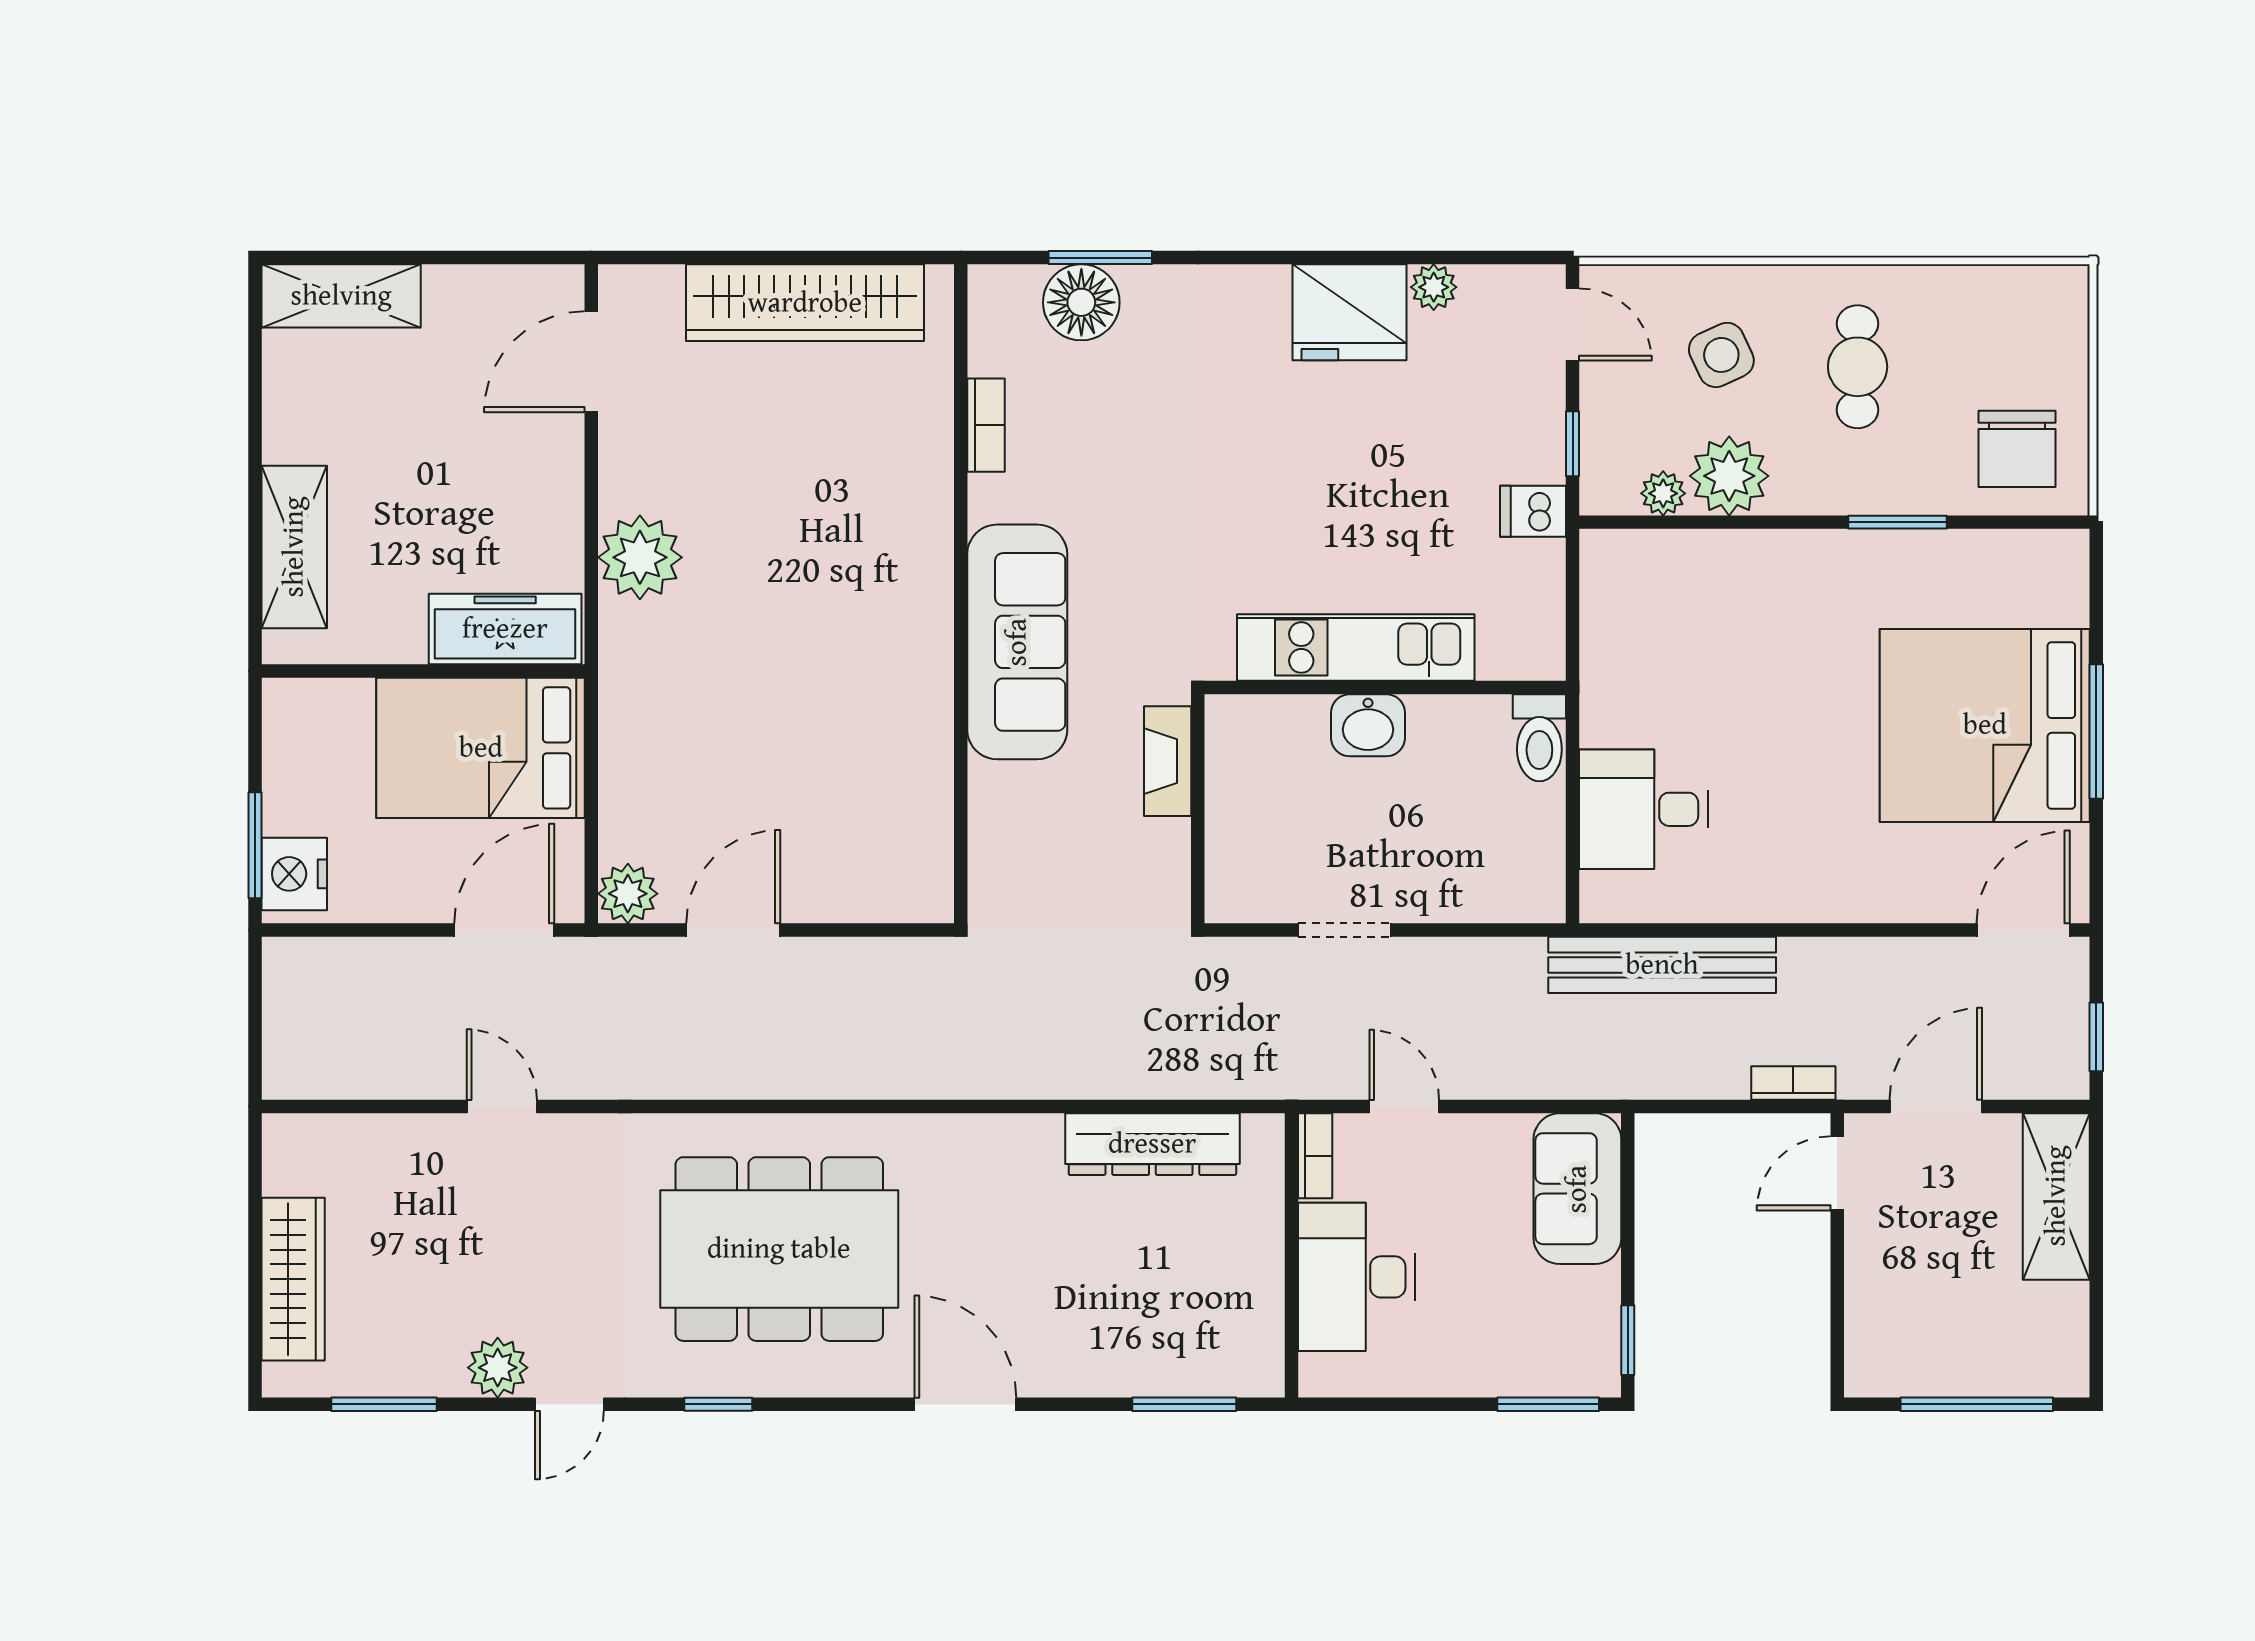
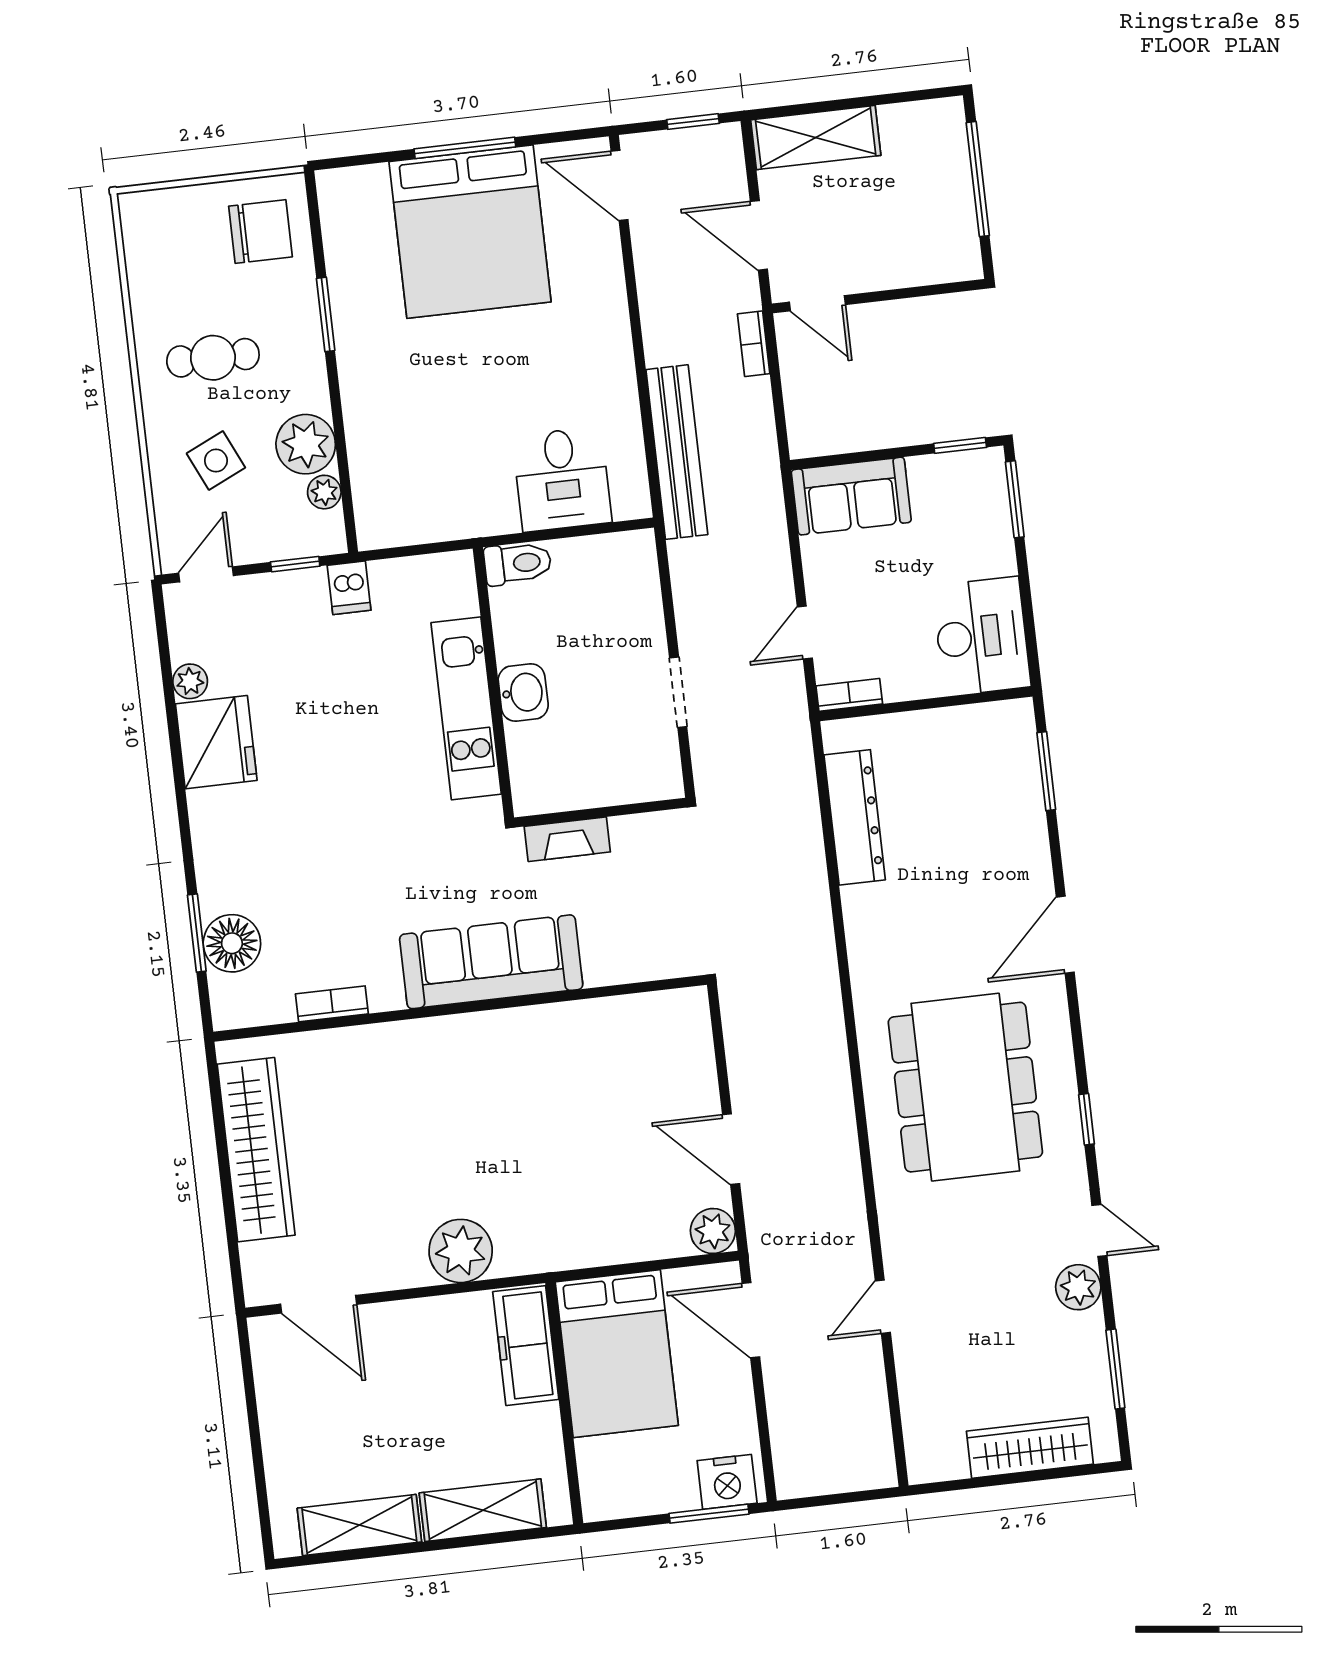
shelving: (341, 296) -> (359, 1525), moved, turned 90
desk: (1356, 1277) -> (981, 636), moved, turned -90

